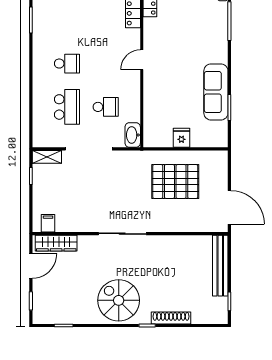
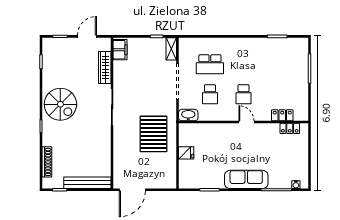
school desk: (67, 64) -> (243, 94), moved
sofa: (216, 92) -> (246, 179), moved
pallet: (175, 181) -> (154, 134), moved
filing cabinet: (48, 223) -> (120, 50), width x2.00
wardrobe: (56, 243) -> (105, 68), moved
door: (31, 266) -> (87, 36), swing flipped
spiral stairs: (119, 300) -> (60, 104), turned 90
shoe rack: (171, 318) -> (47, 162), moved

